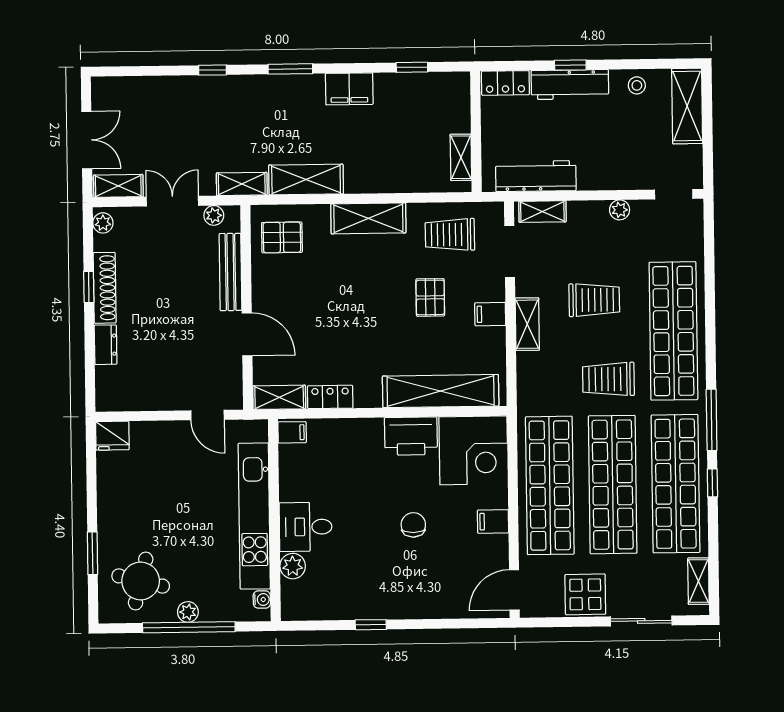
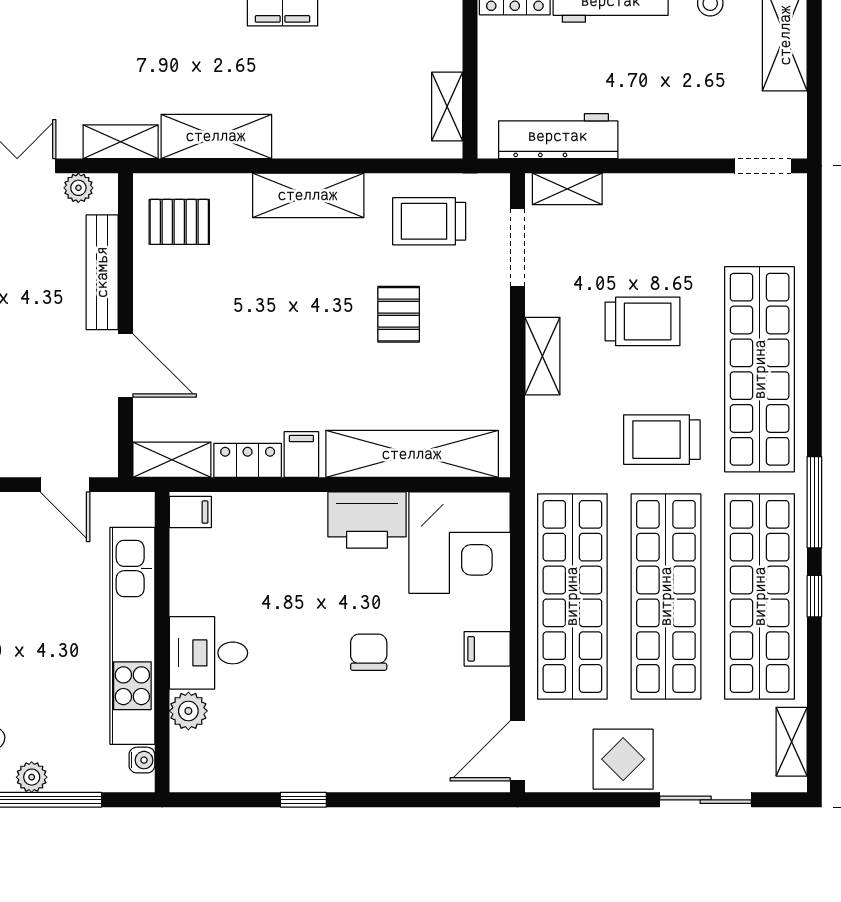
plant: (620, 210) -> (682, 188), removed
filing cabinet: (490, 314) -> (301, 454), moved, turned 90

